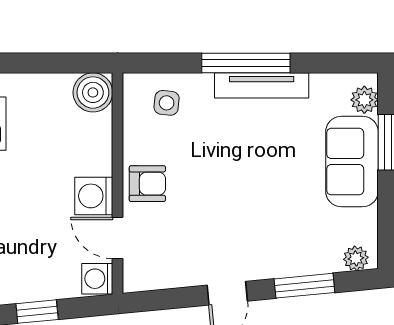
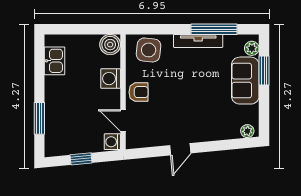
window: (246, 63) -> (214, 29), moved
side table: (167, 103) -> (149, 50), width x1.87, depth x1.87
washing machine: (94, 196) -> (111, 79), moved
window: (304, 286) -> (220, 145), removed

